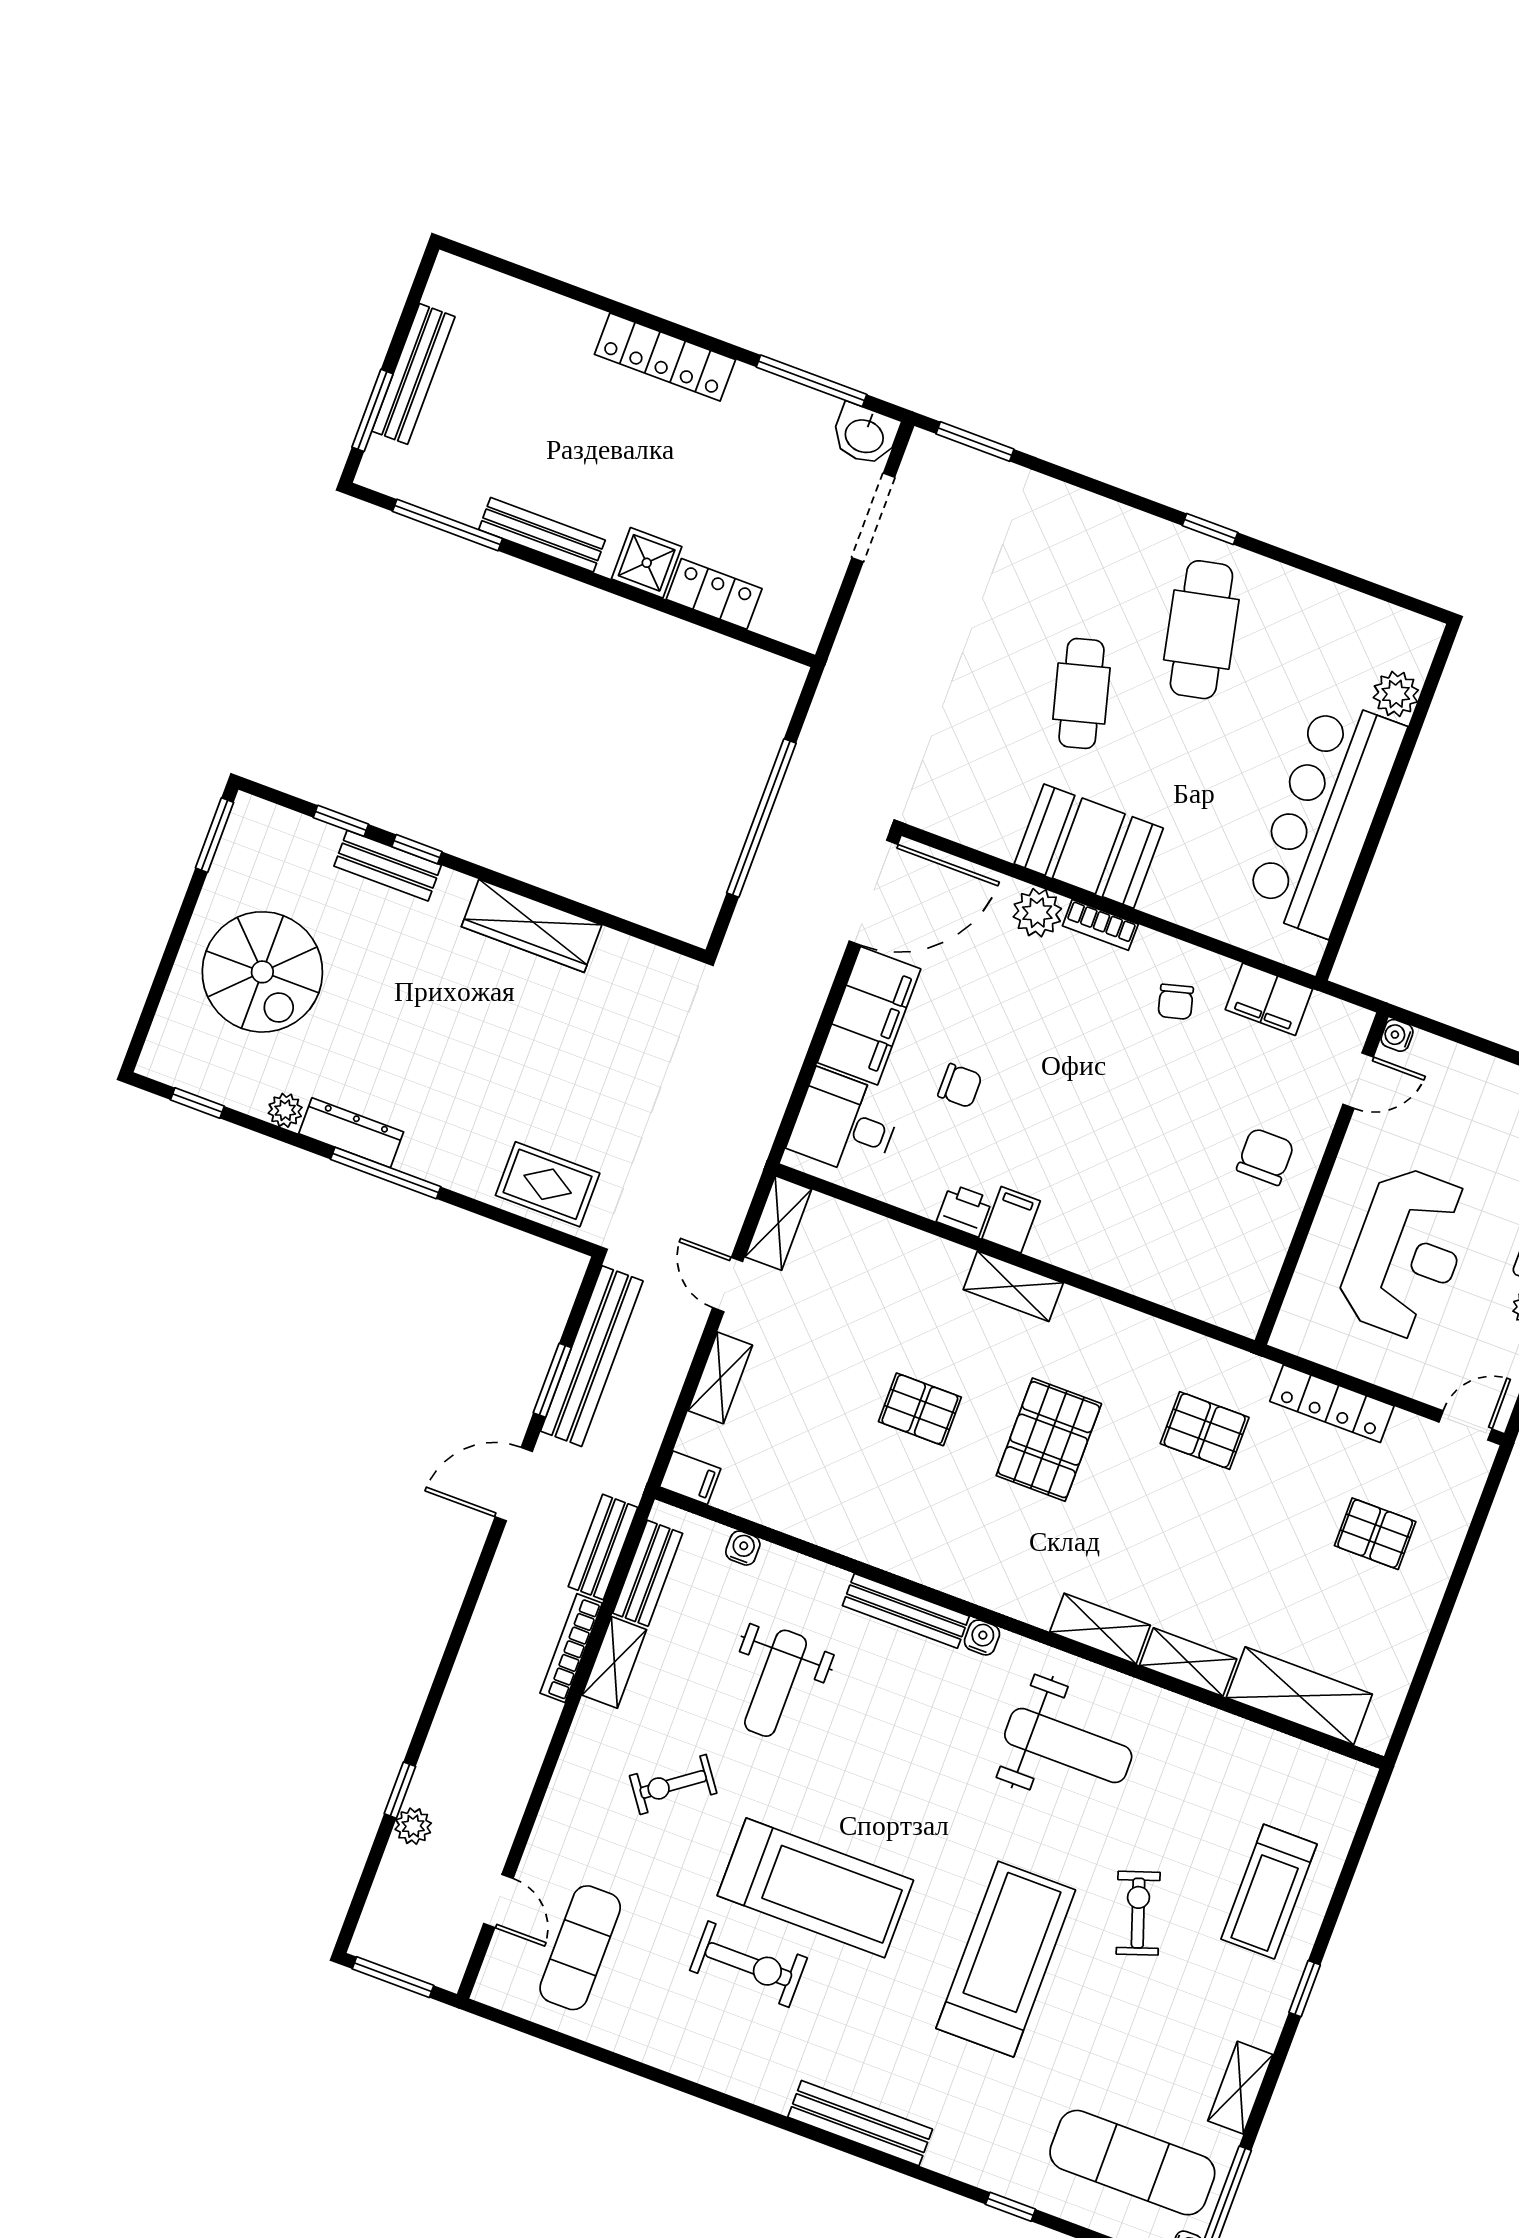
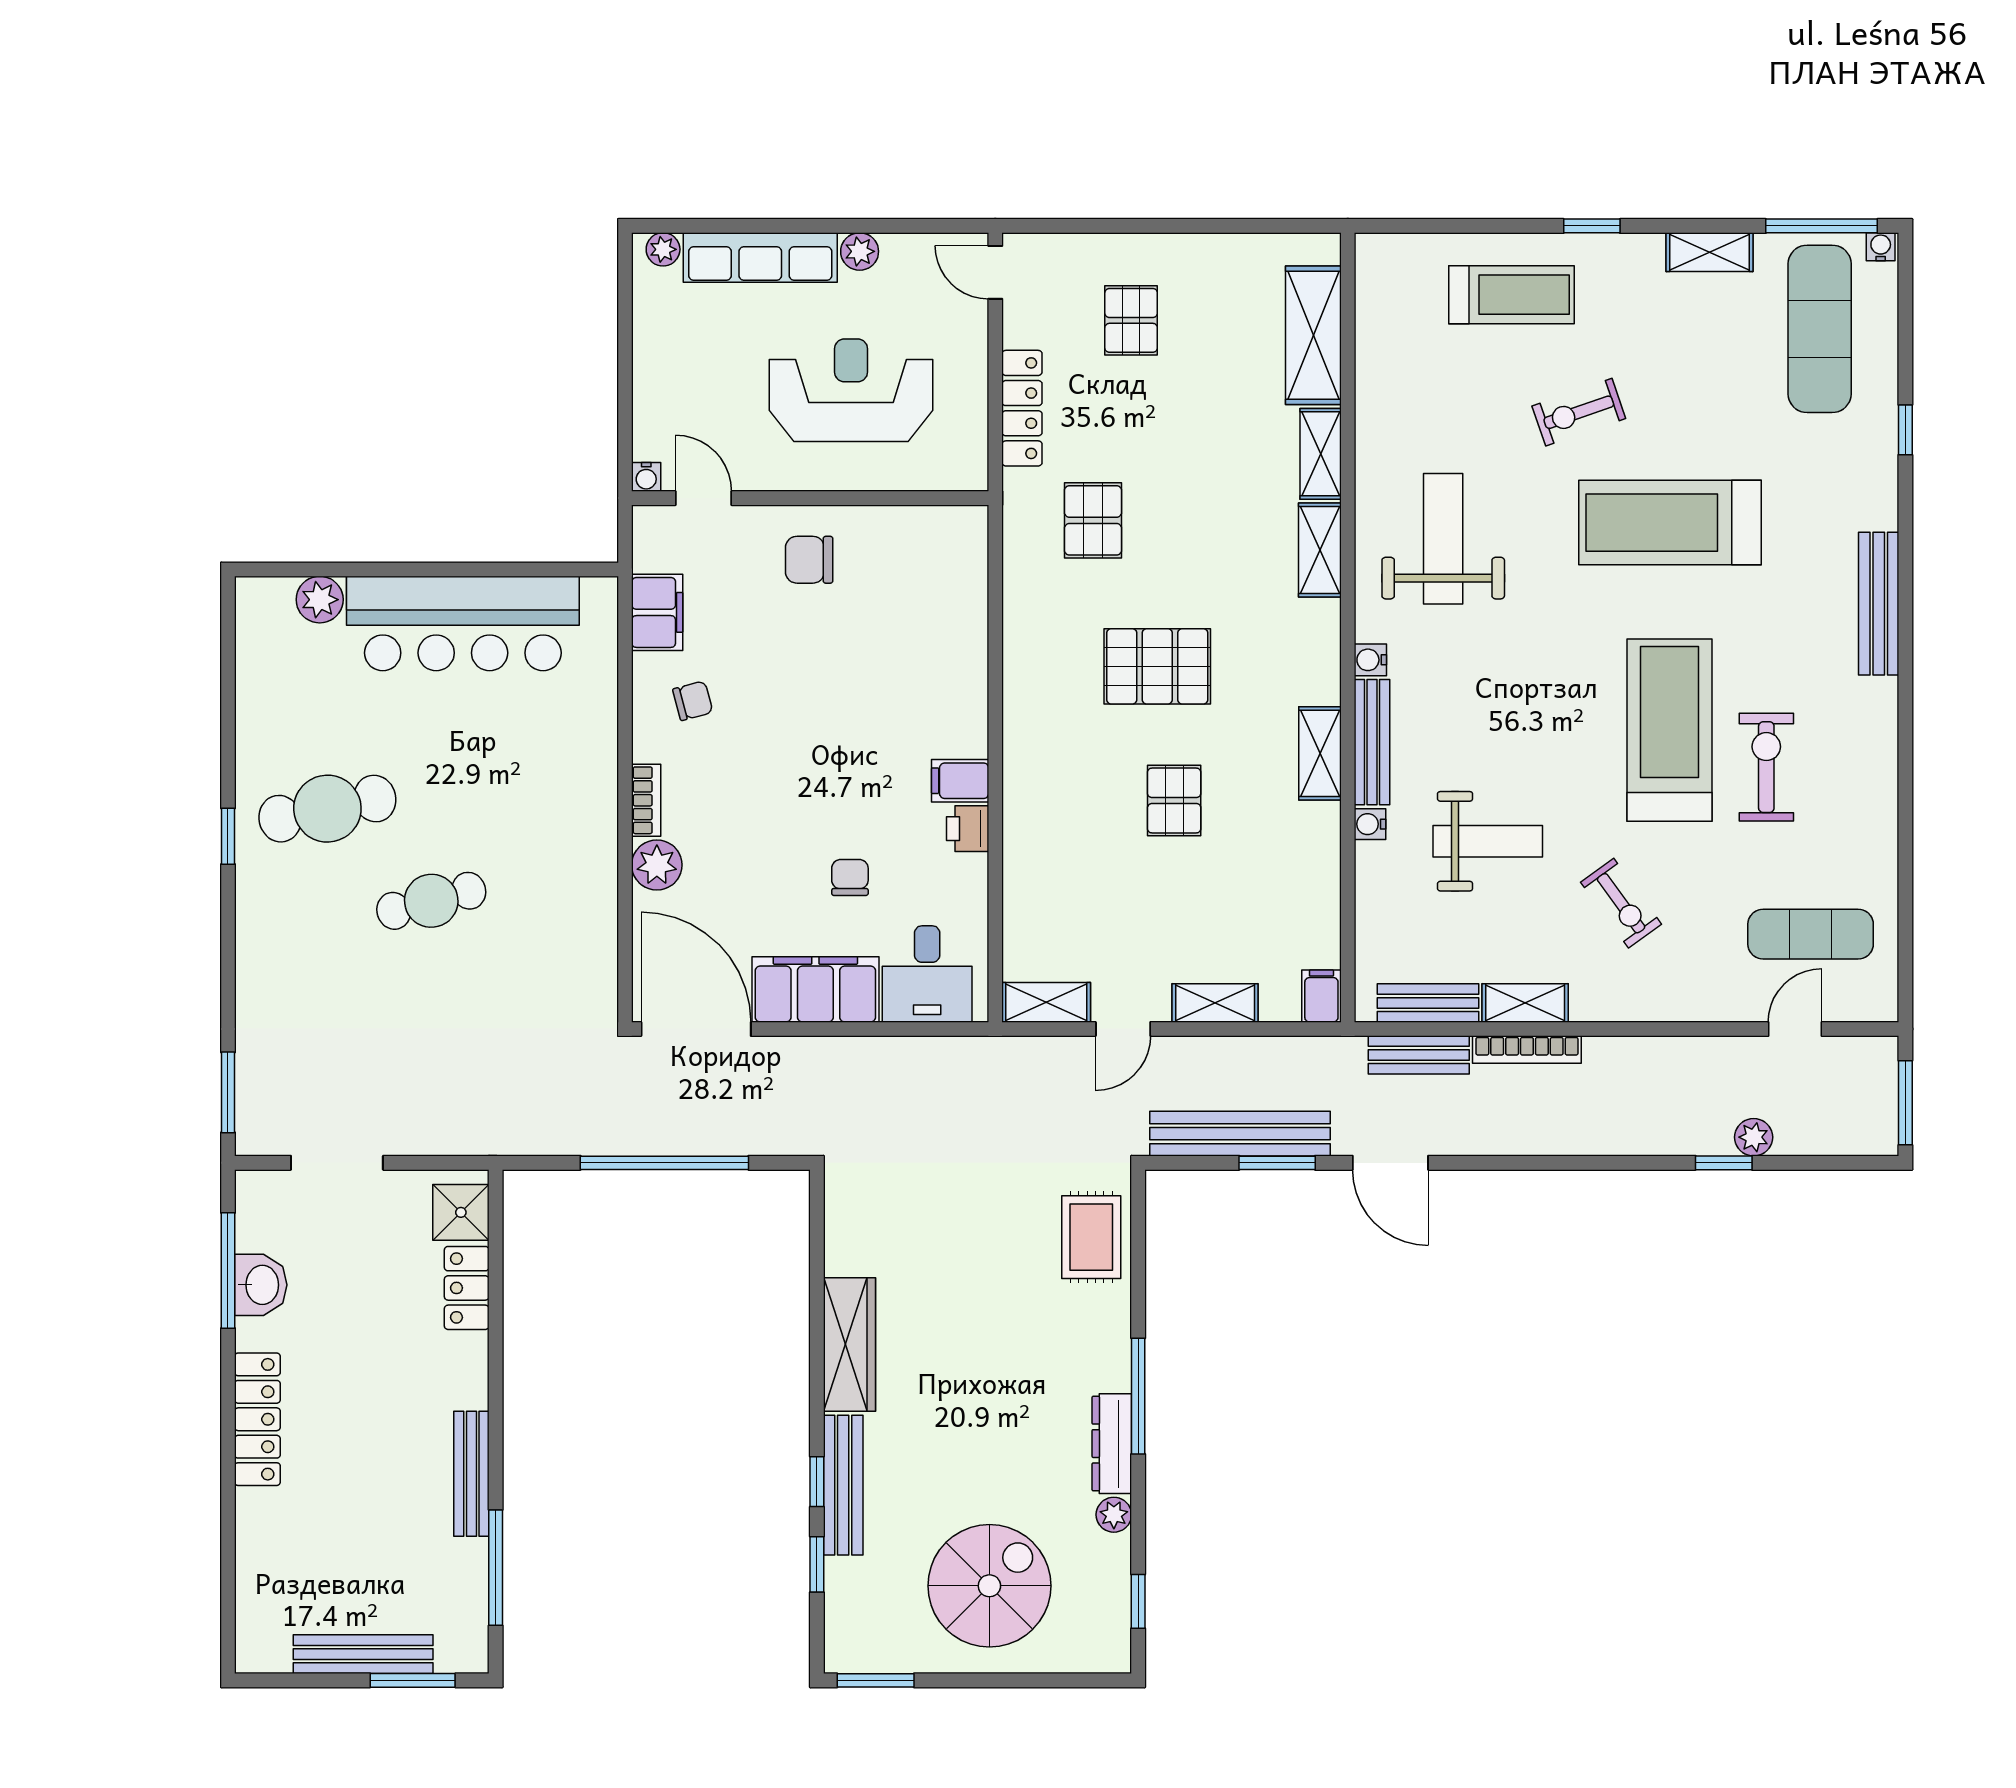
washbasin: (865, 435) -> (261, 1285), moved
shower: (647, 563) -> (461, 1212), moved
booth: (1089, 846) -> (575, 839), removed
bench: (388, 866) -> (843, 1485), width x1.36
shelving: (1013, 1286) -> (1320, 753), moved
water cooler: (743, 1548) -> (1370, 824), moved

